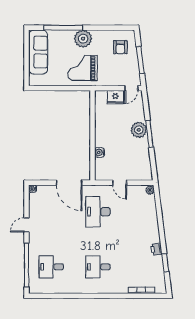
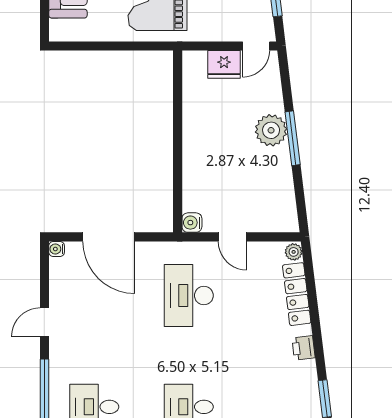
water cooler: (100, 152) -> (192, 223), moved
door: (69, 183) -> (109, 237), moved
locker: (151, 211) -> (297, 294), added
printer: (156, 249) -> (304, 348), moved

